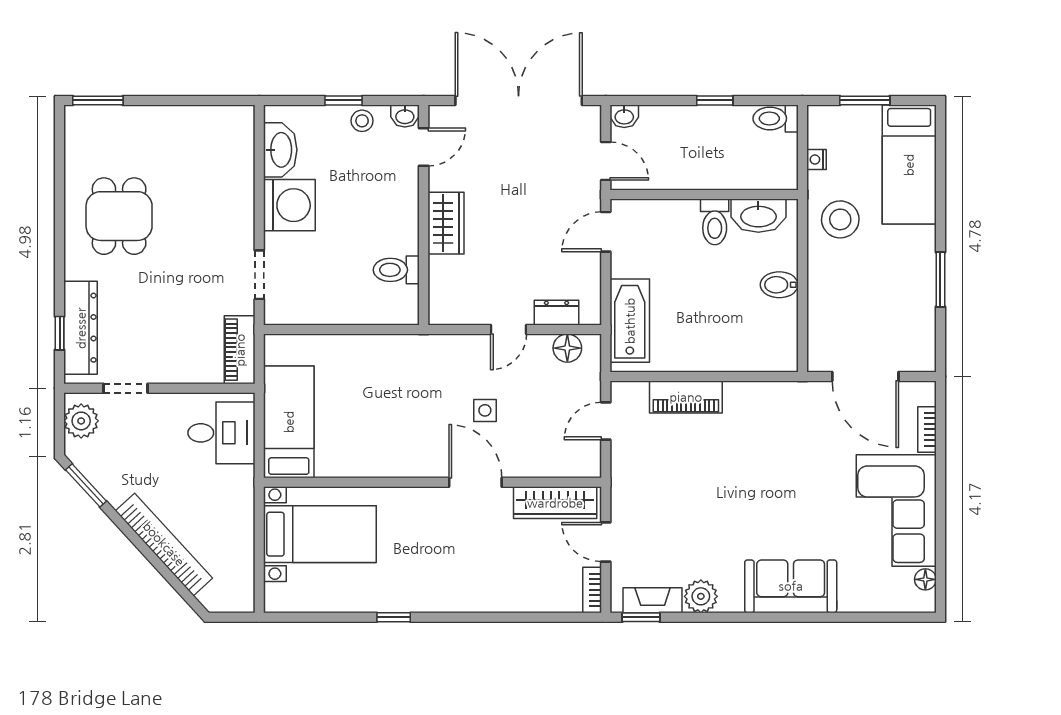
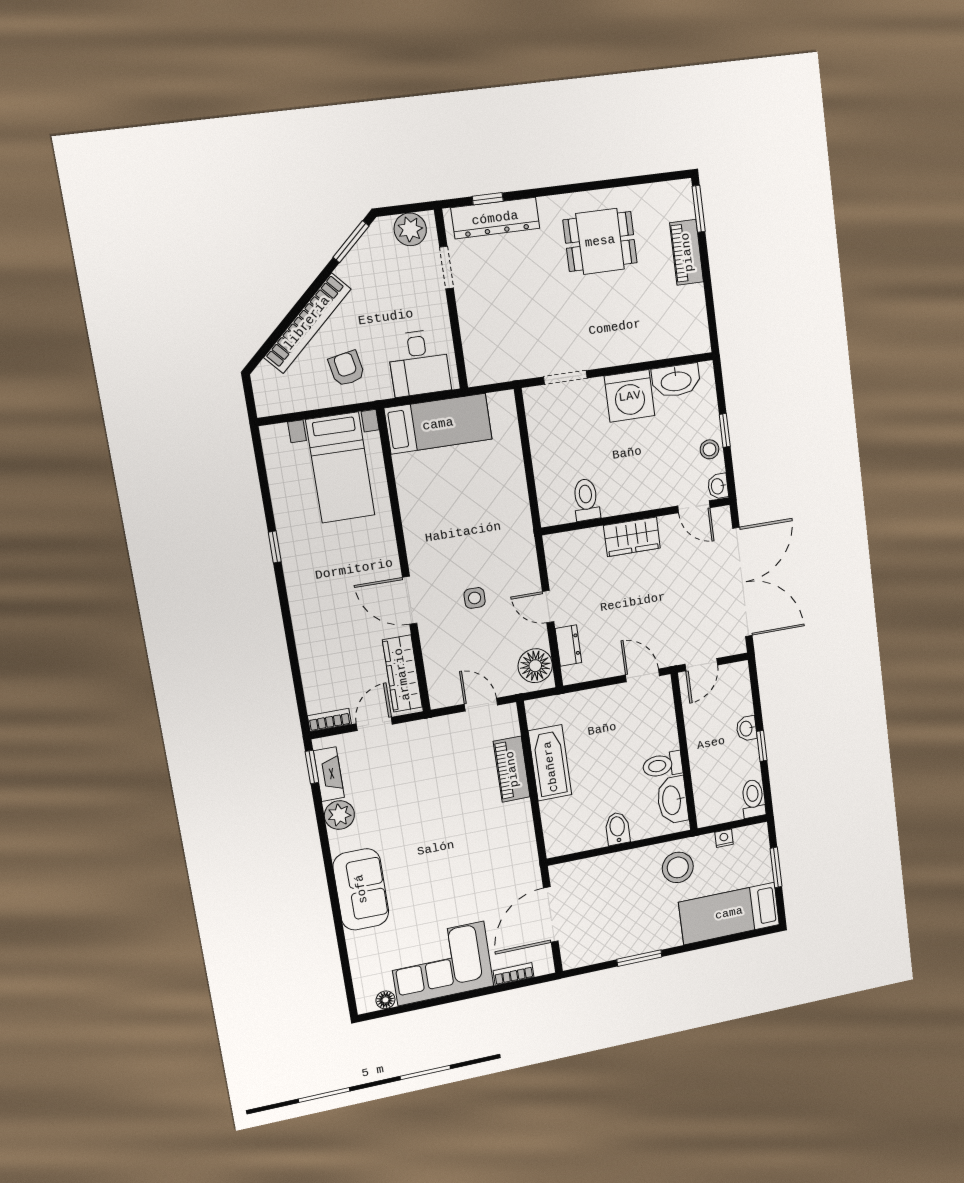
washbasin: (624, 116) -> (747, 729), moved
bathtub: (630, 321) -> (550, 763), moved, turned -90
floor lamp: (567, 348) -> (535, 666), width x1.38, depth x1.38
piano: (240, 350) -> (687, 252), moved, turned -90
door: (475, 482) -> (410, 600), swing flipped
armchair: (217, 511) -> (347, 368), added

